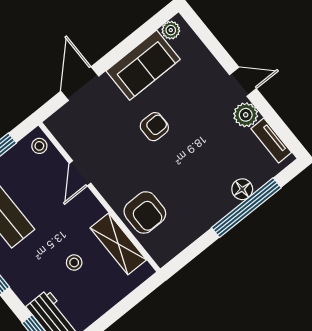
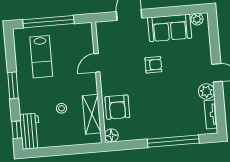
stool: (39, 146) -> (85, 33), removed
floor lamp: (242, 189) -> (111, 135), moved

